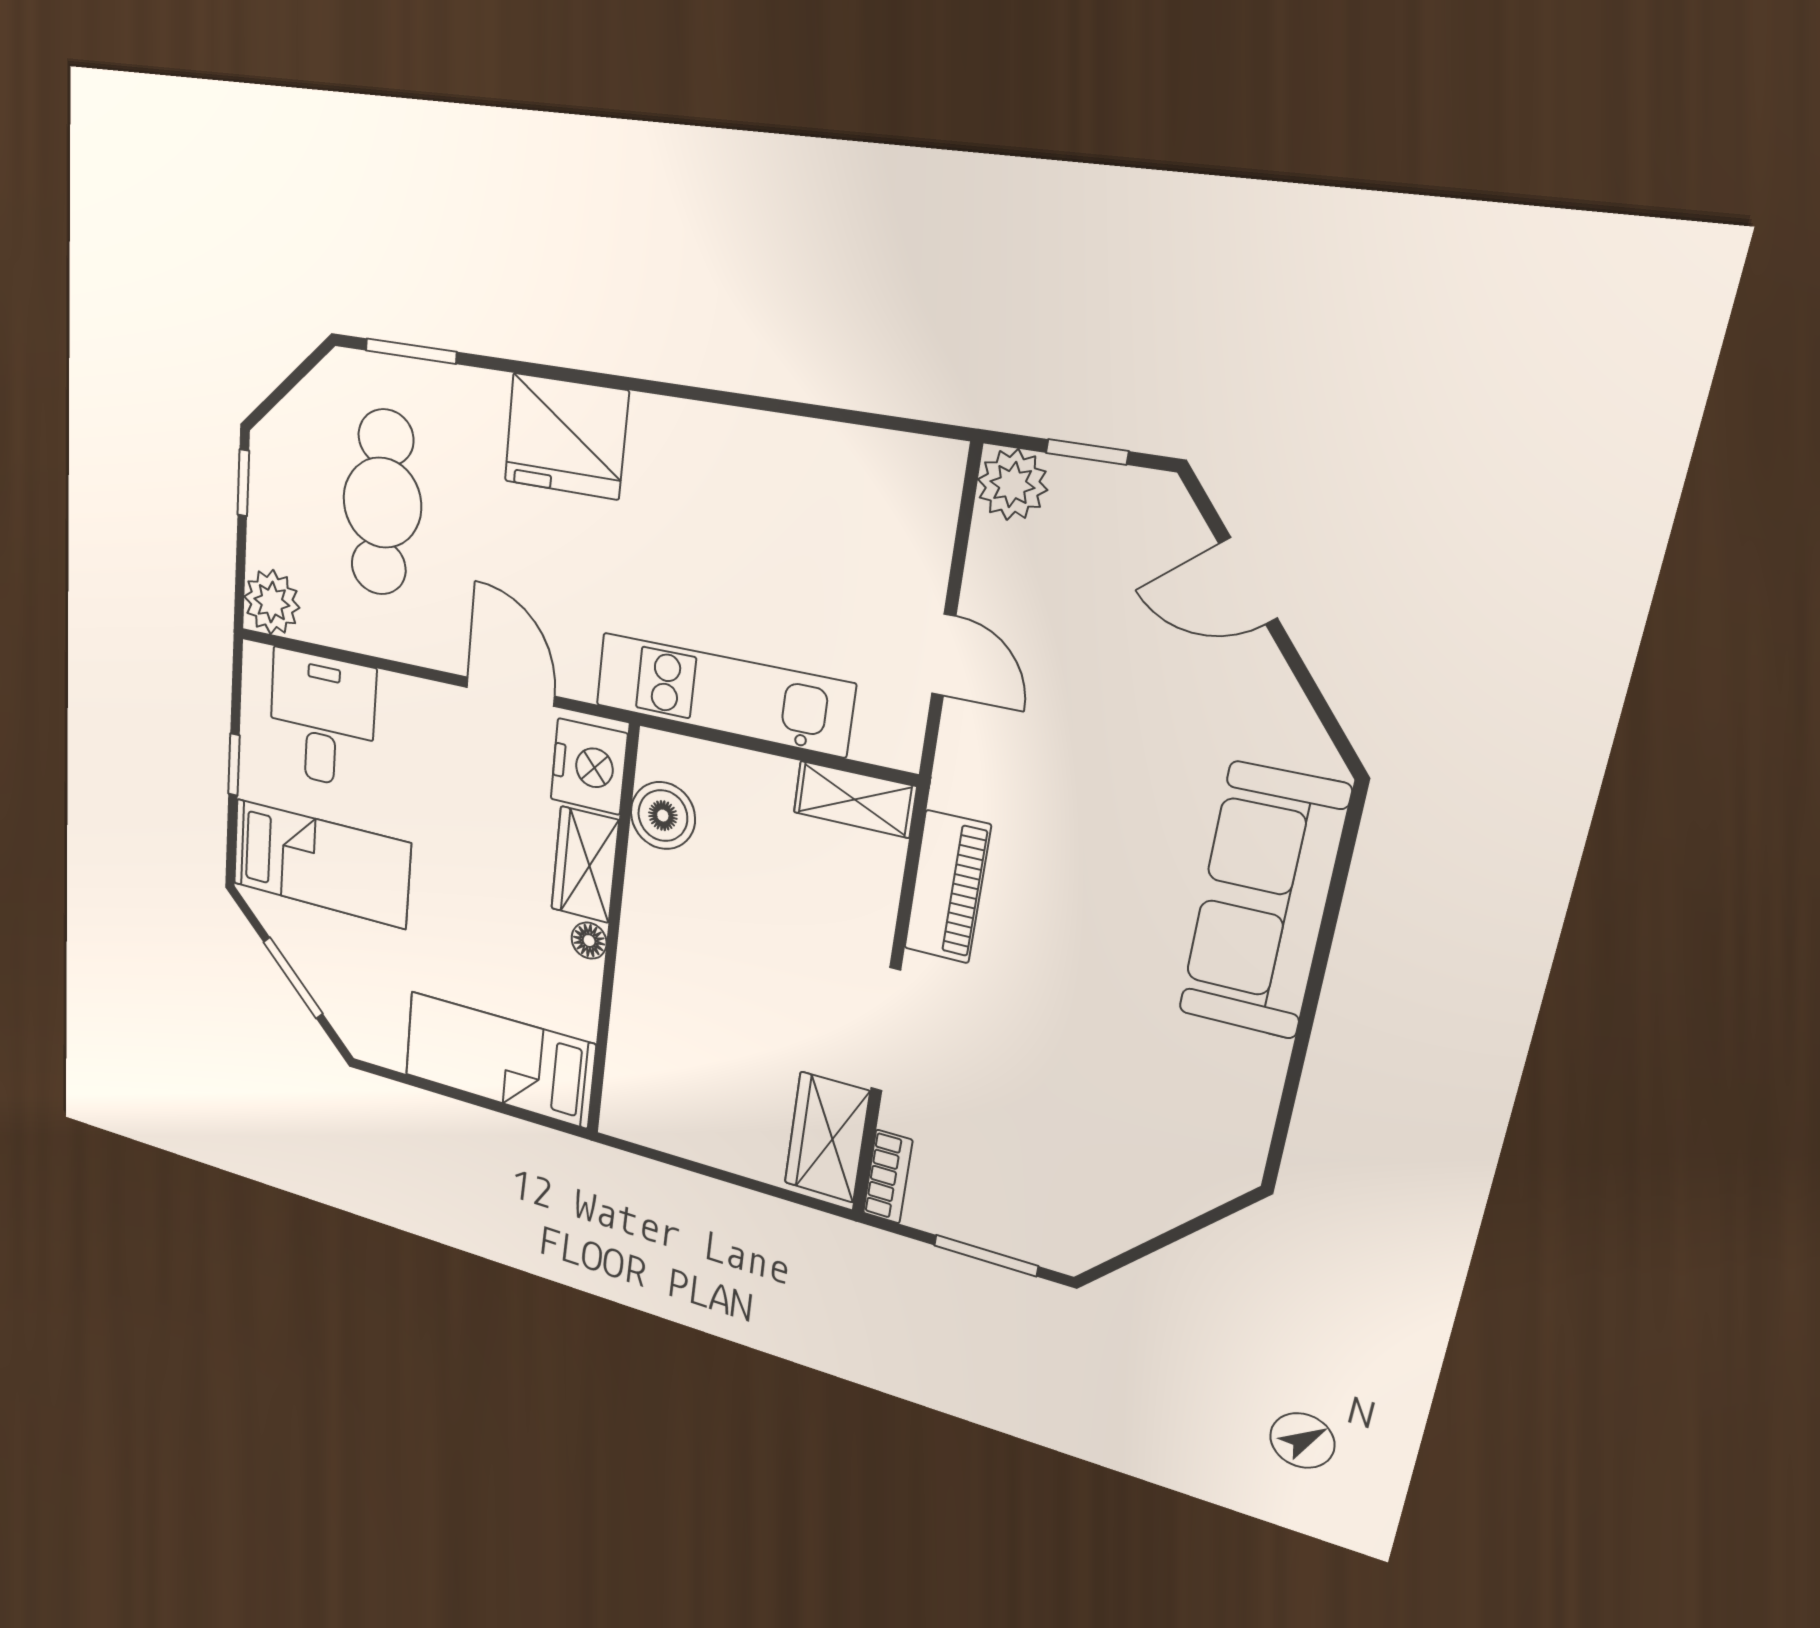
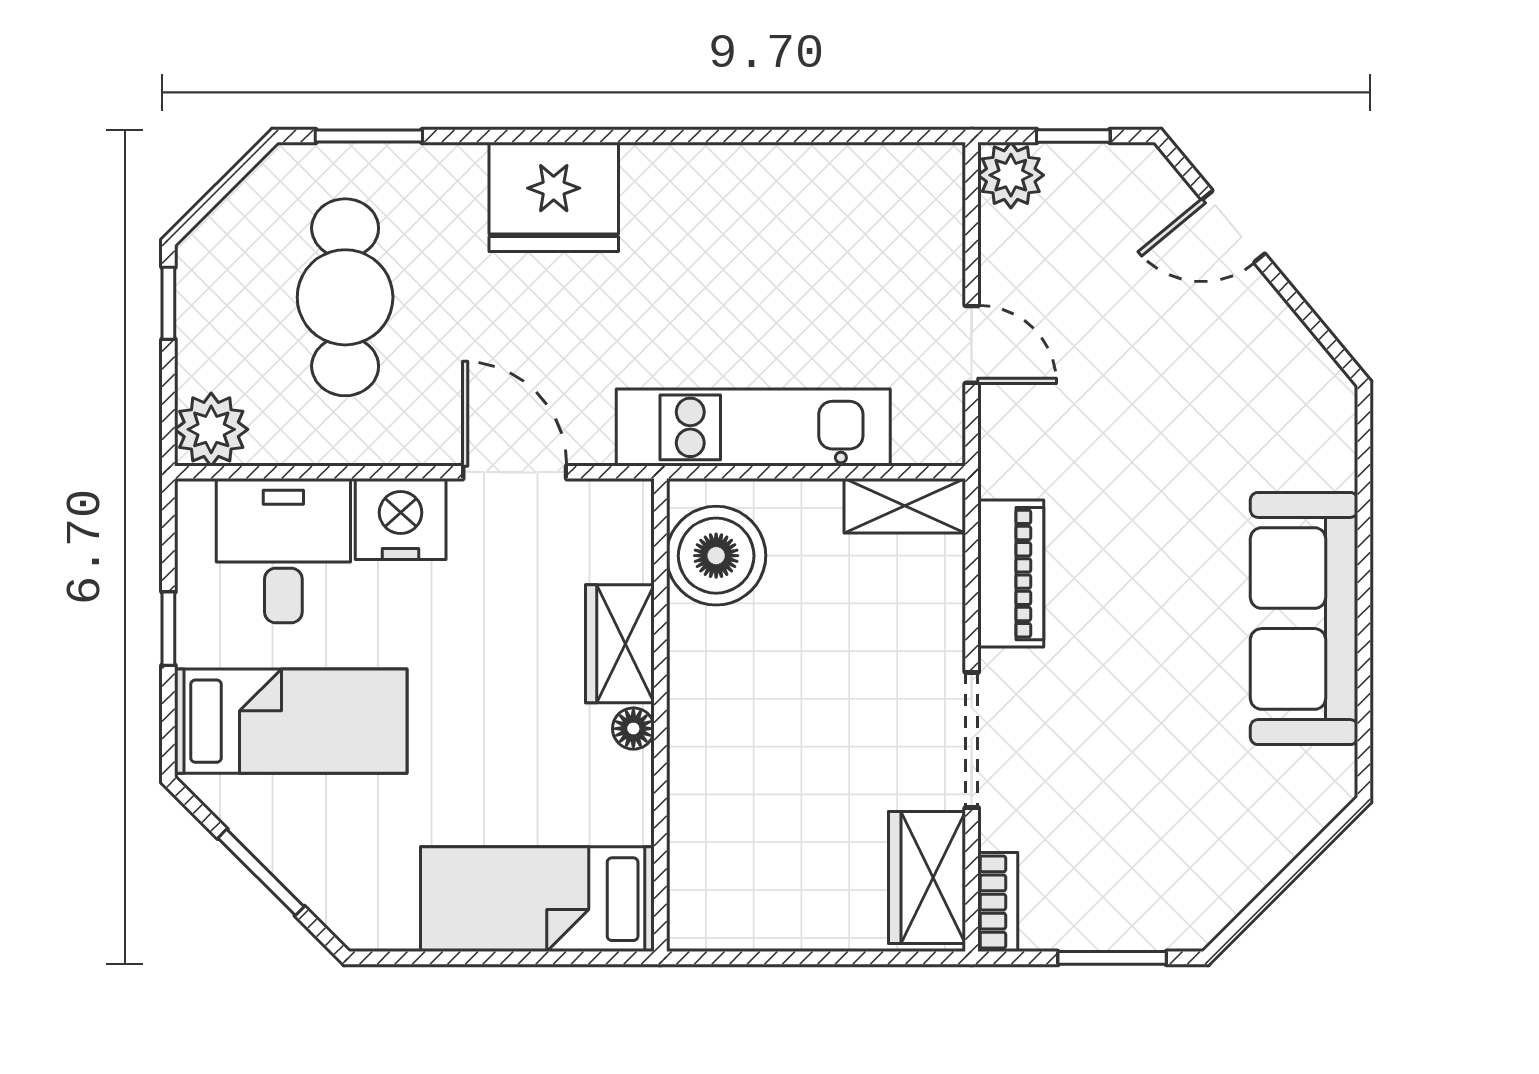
nightstand: (589, 767) -> (401, 519), moved, turned -90
boiler: (663, 816) -> (716, 556), width x1.37, depth x1.37
sofa: (1263, 901) -> (1304, 618), moved

